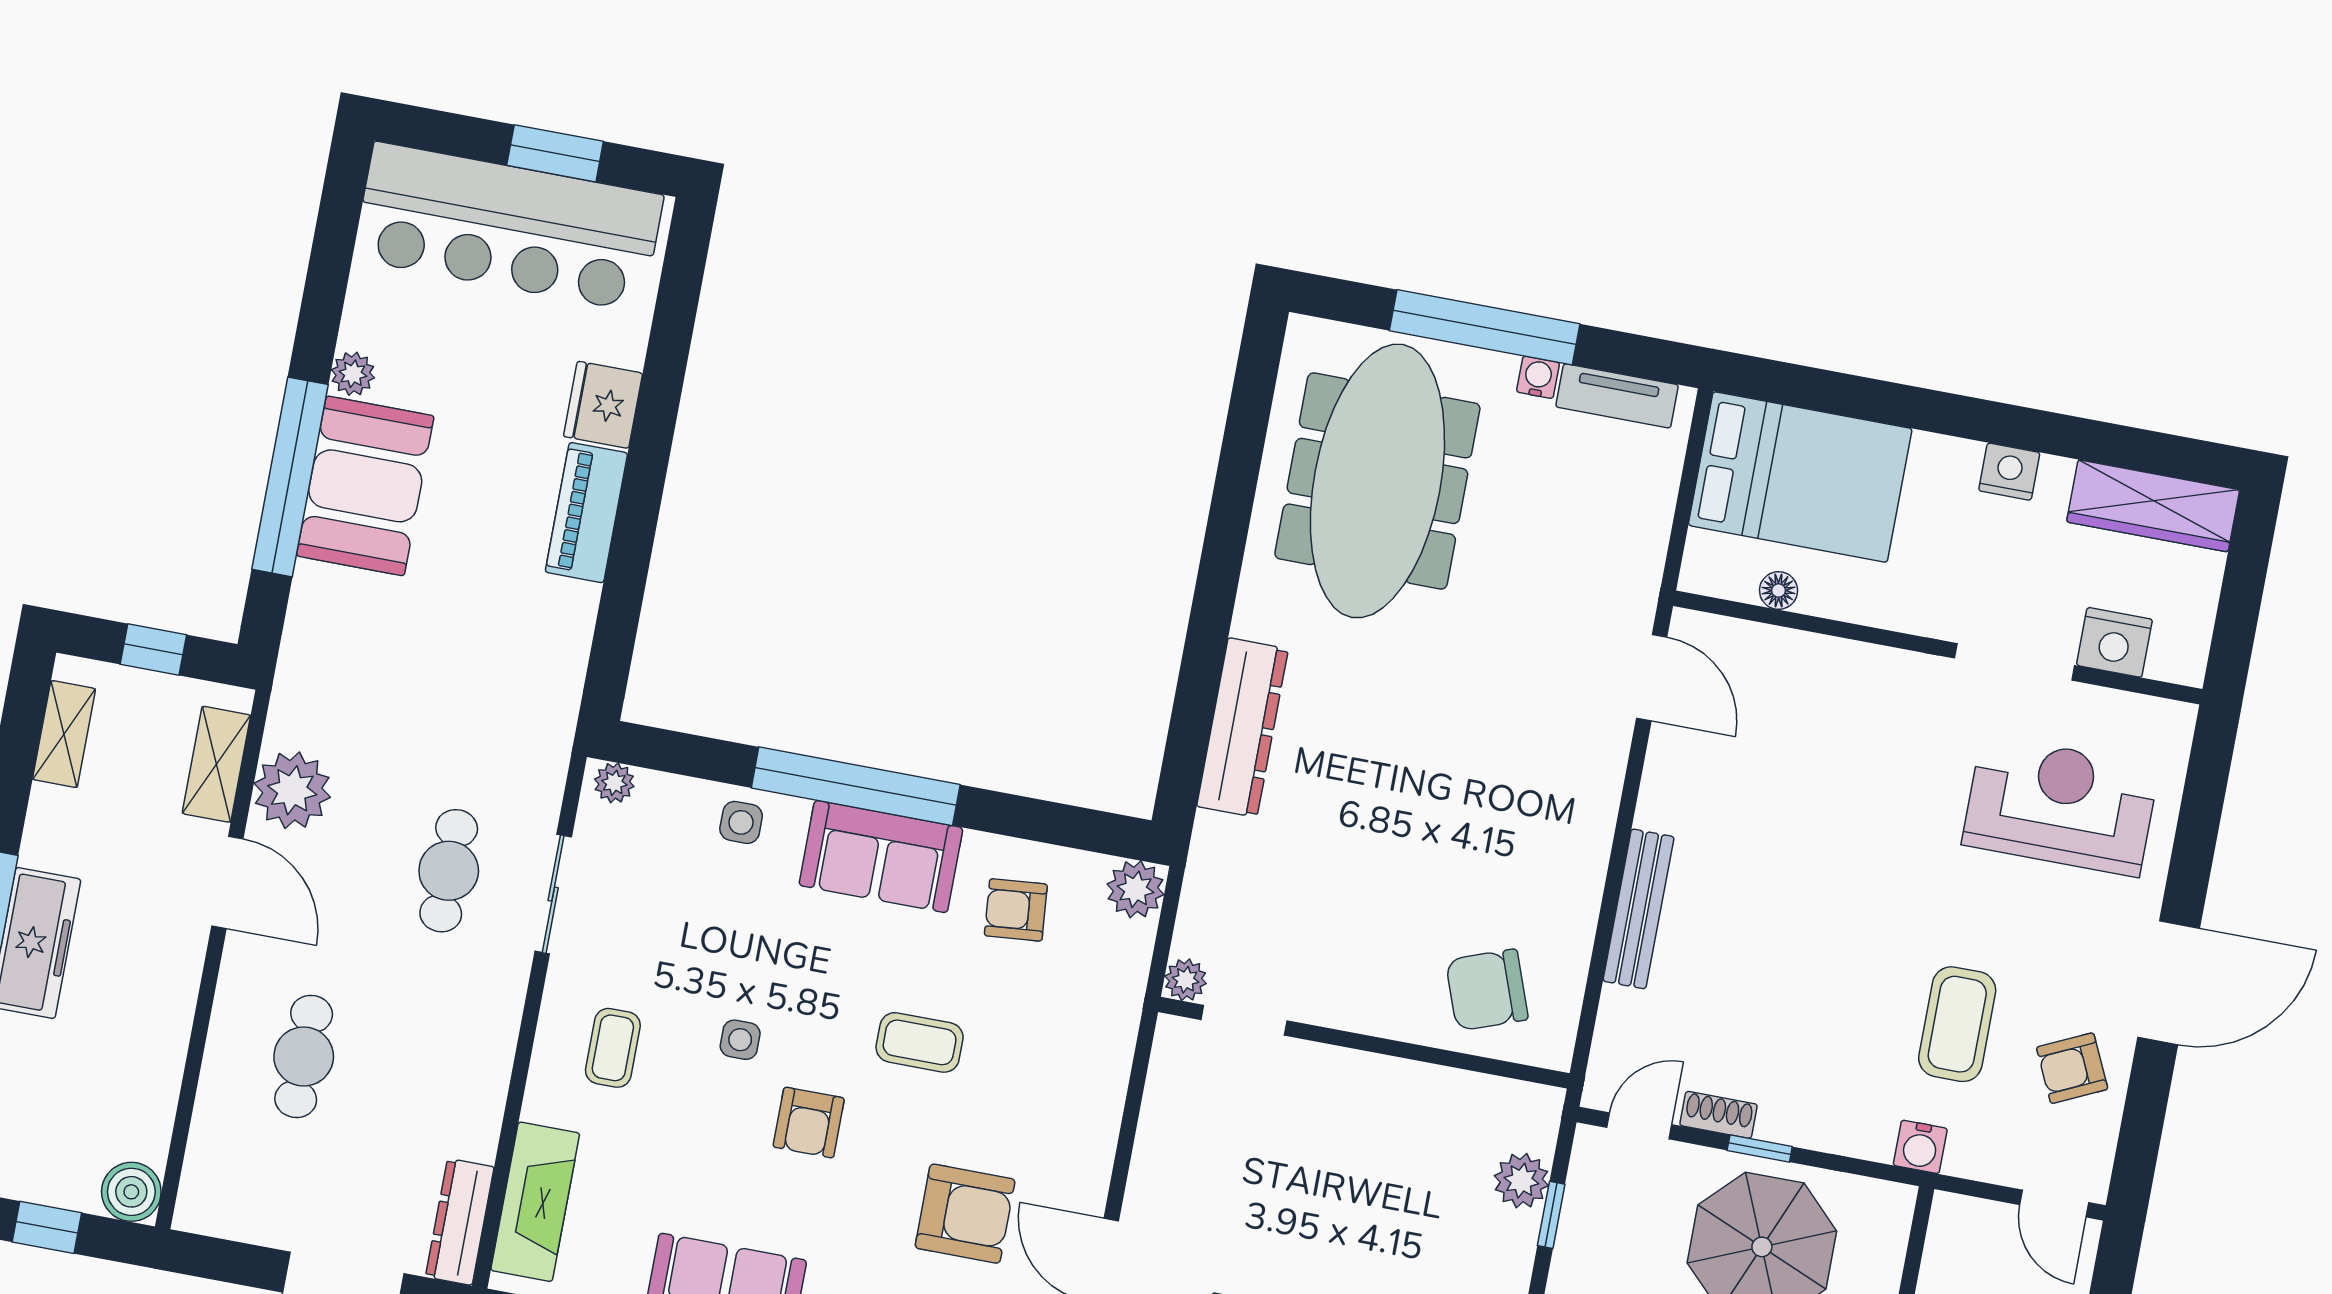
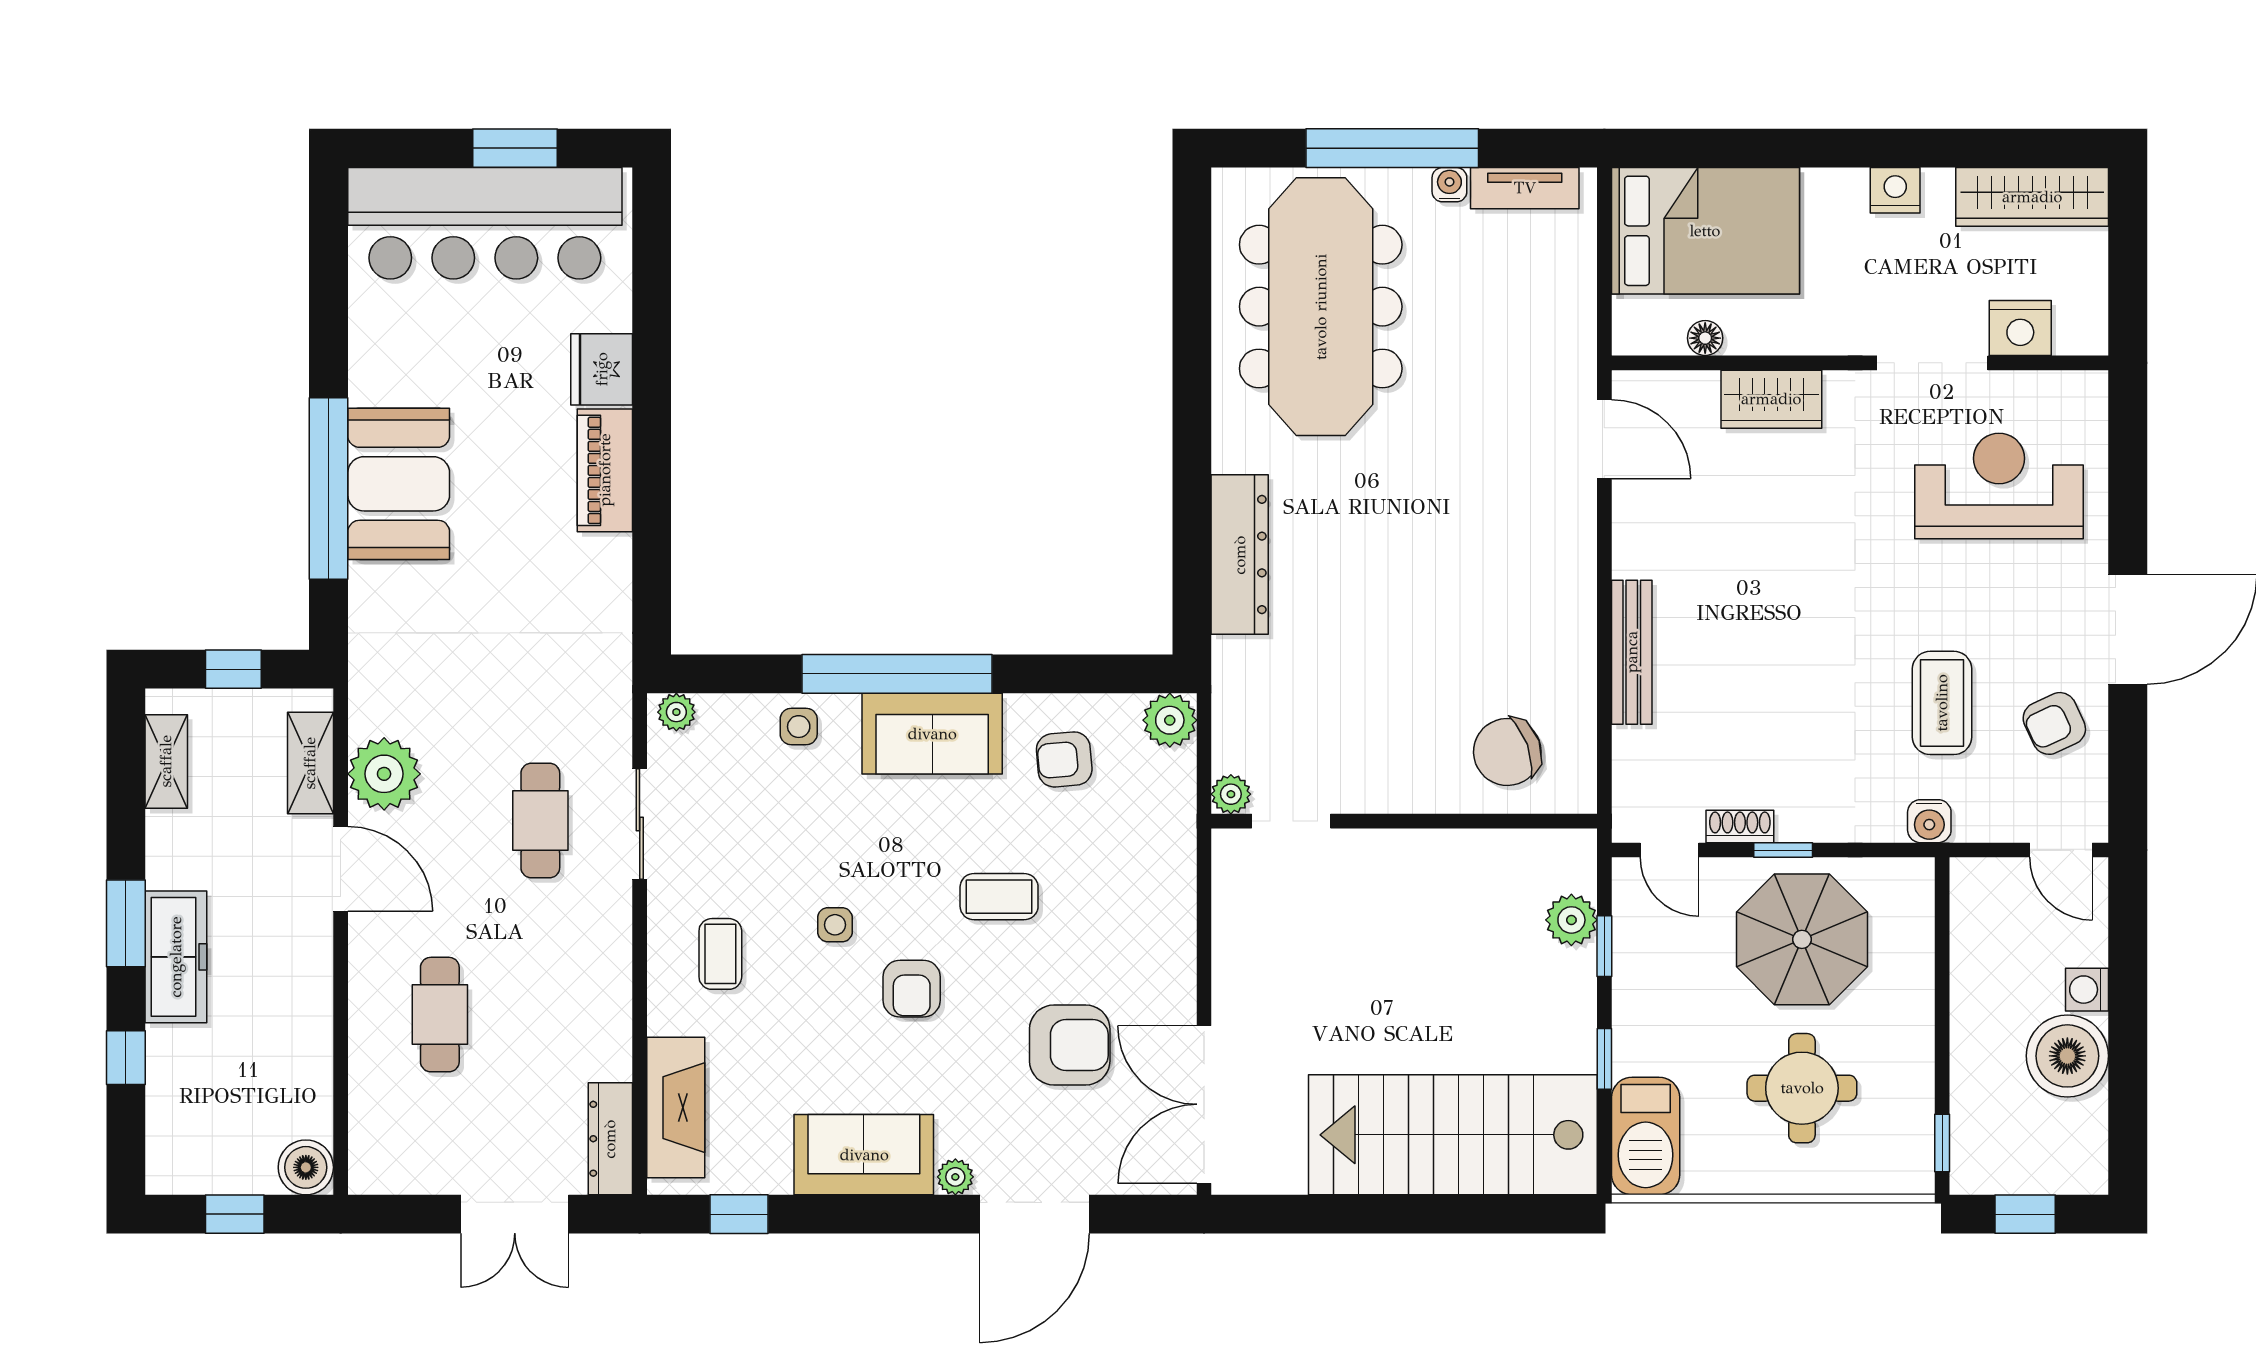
plant: (353, 374) -> (368, 384), removed
wardrobe: (1837, 668) -> (1771, 399), added
door: (1639, 1126) -> (1670, 850), swing flipped

